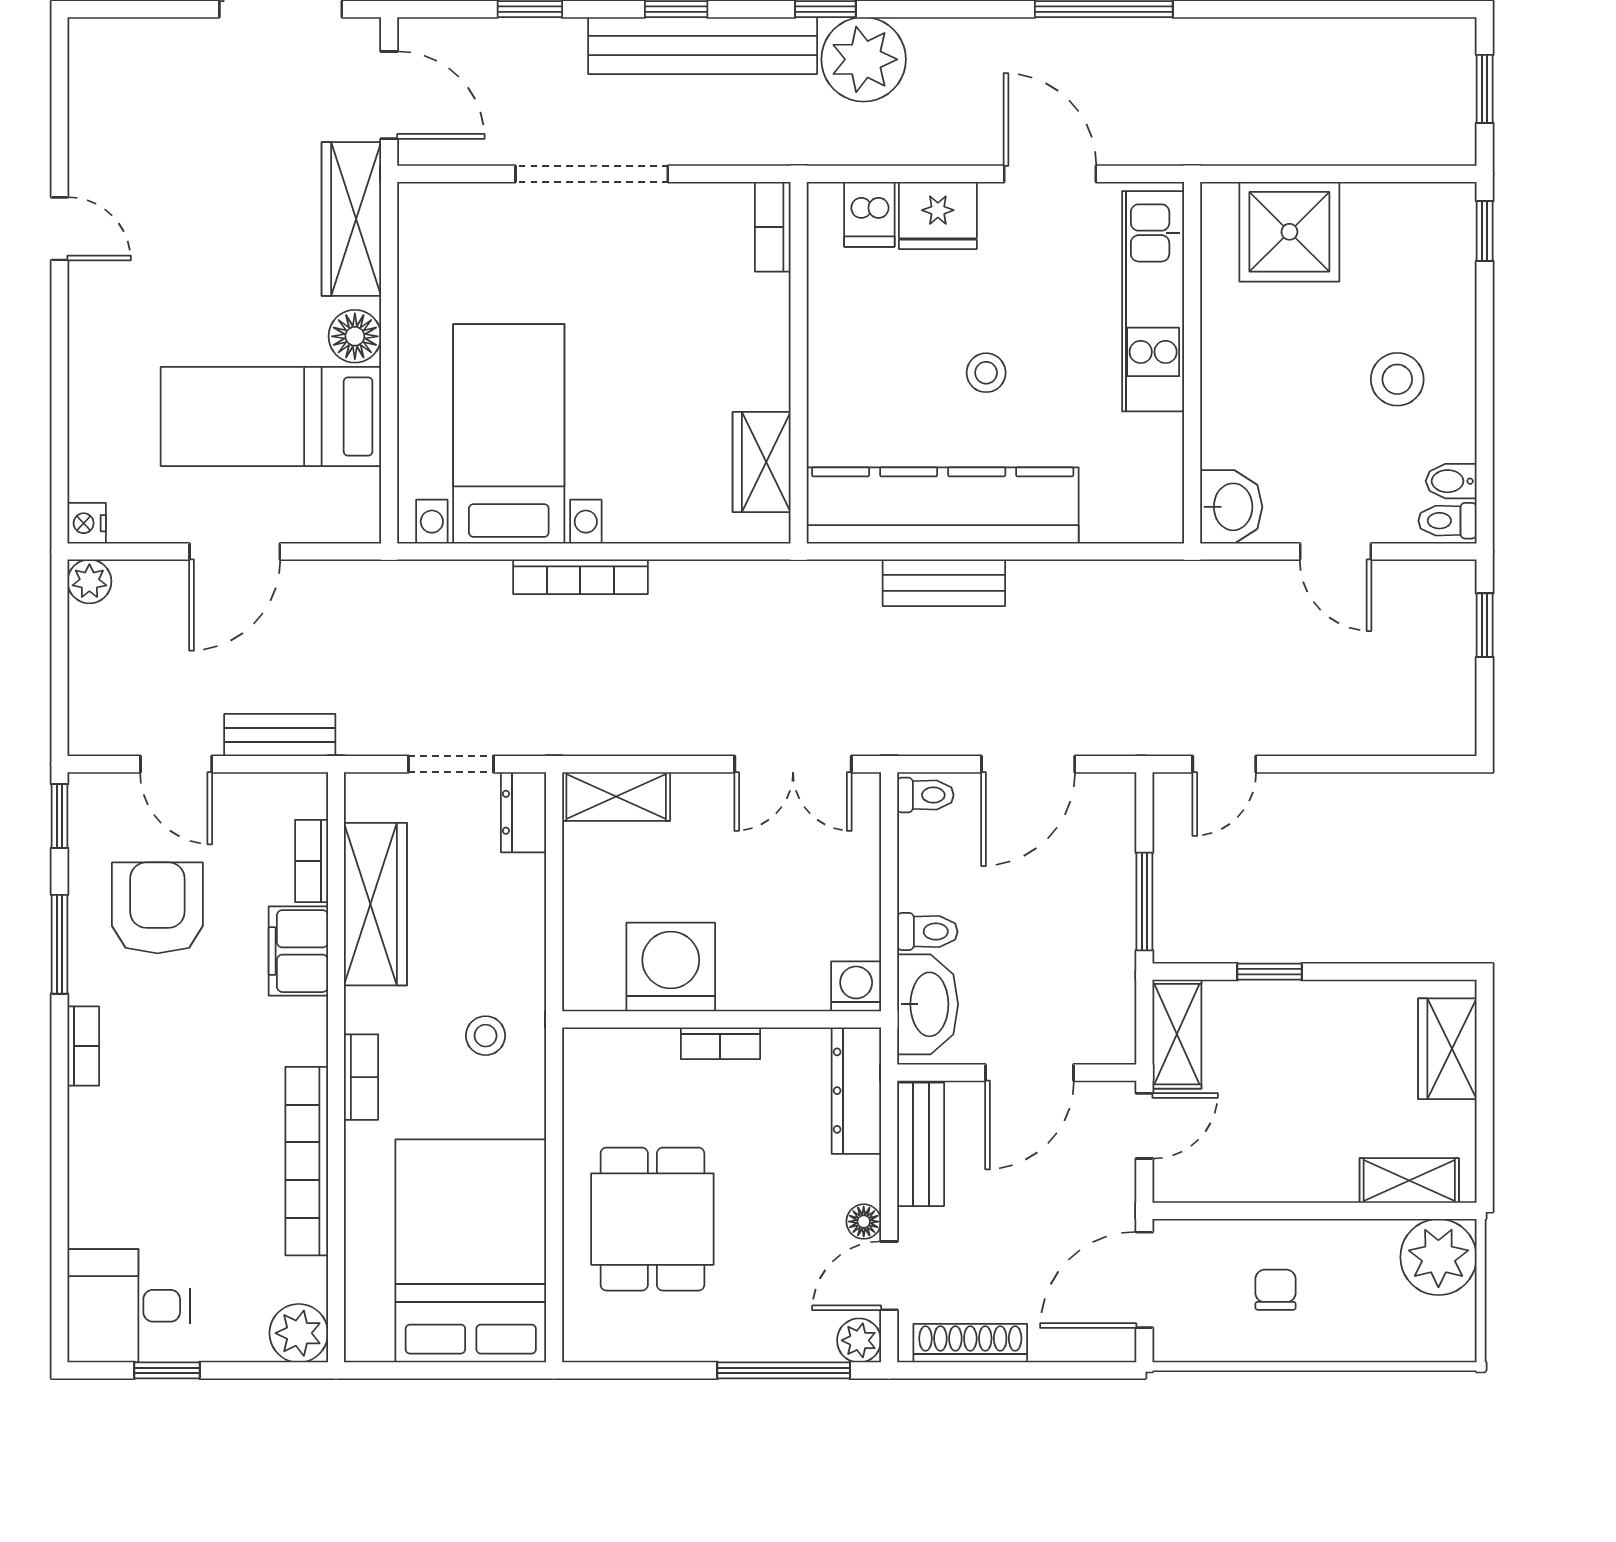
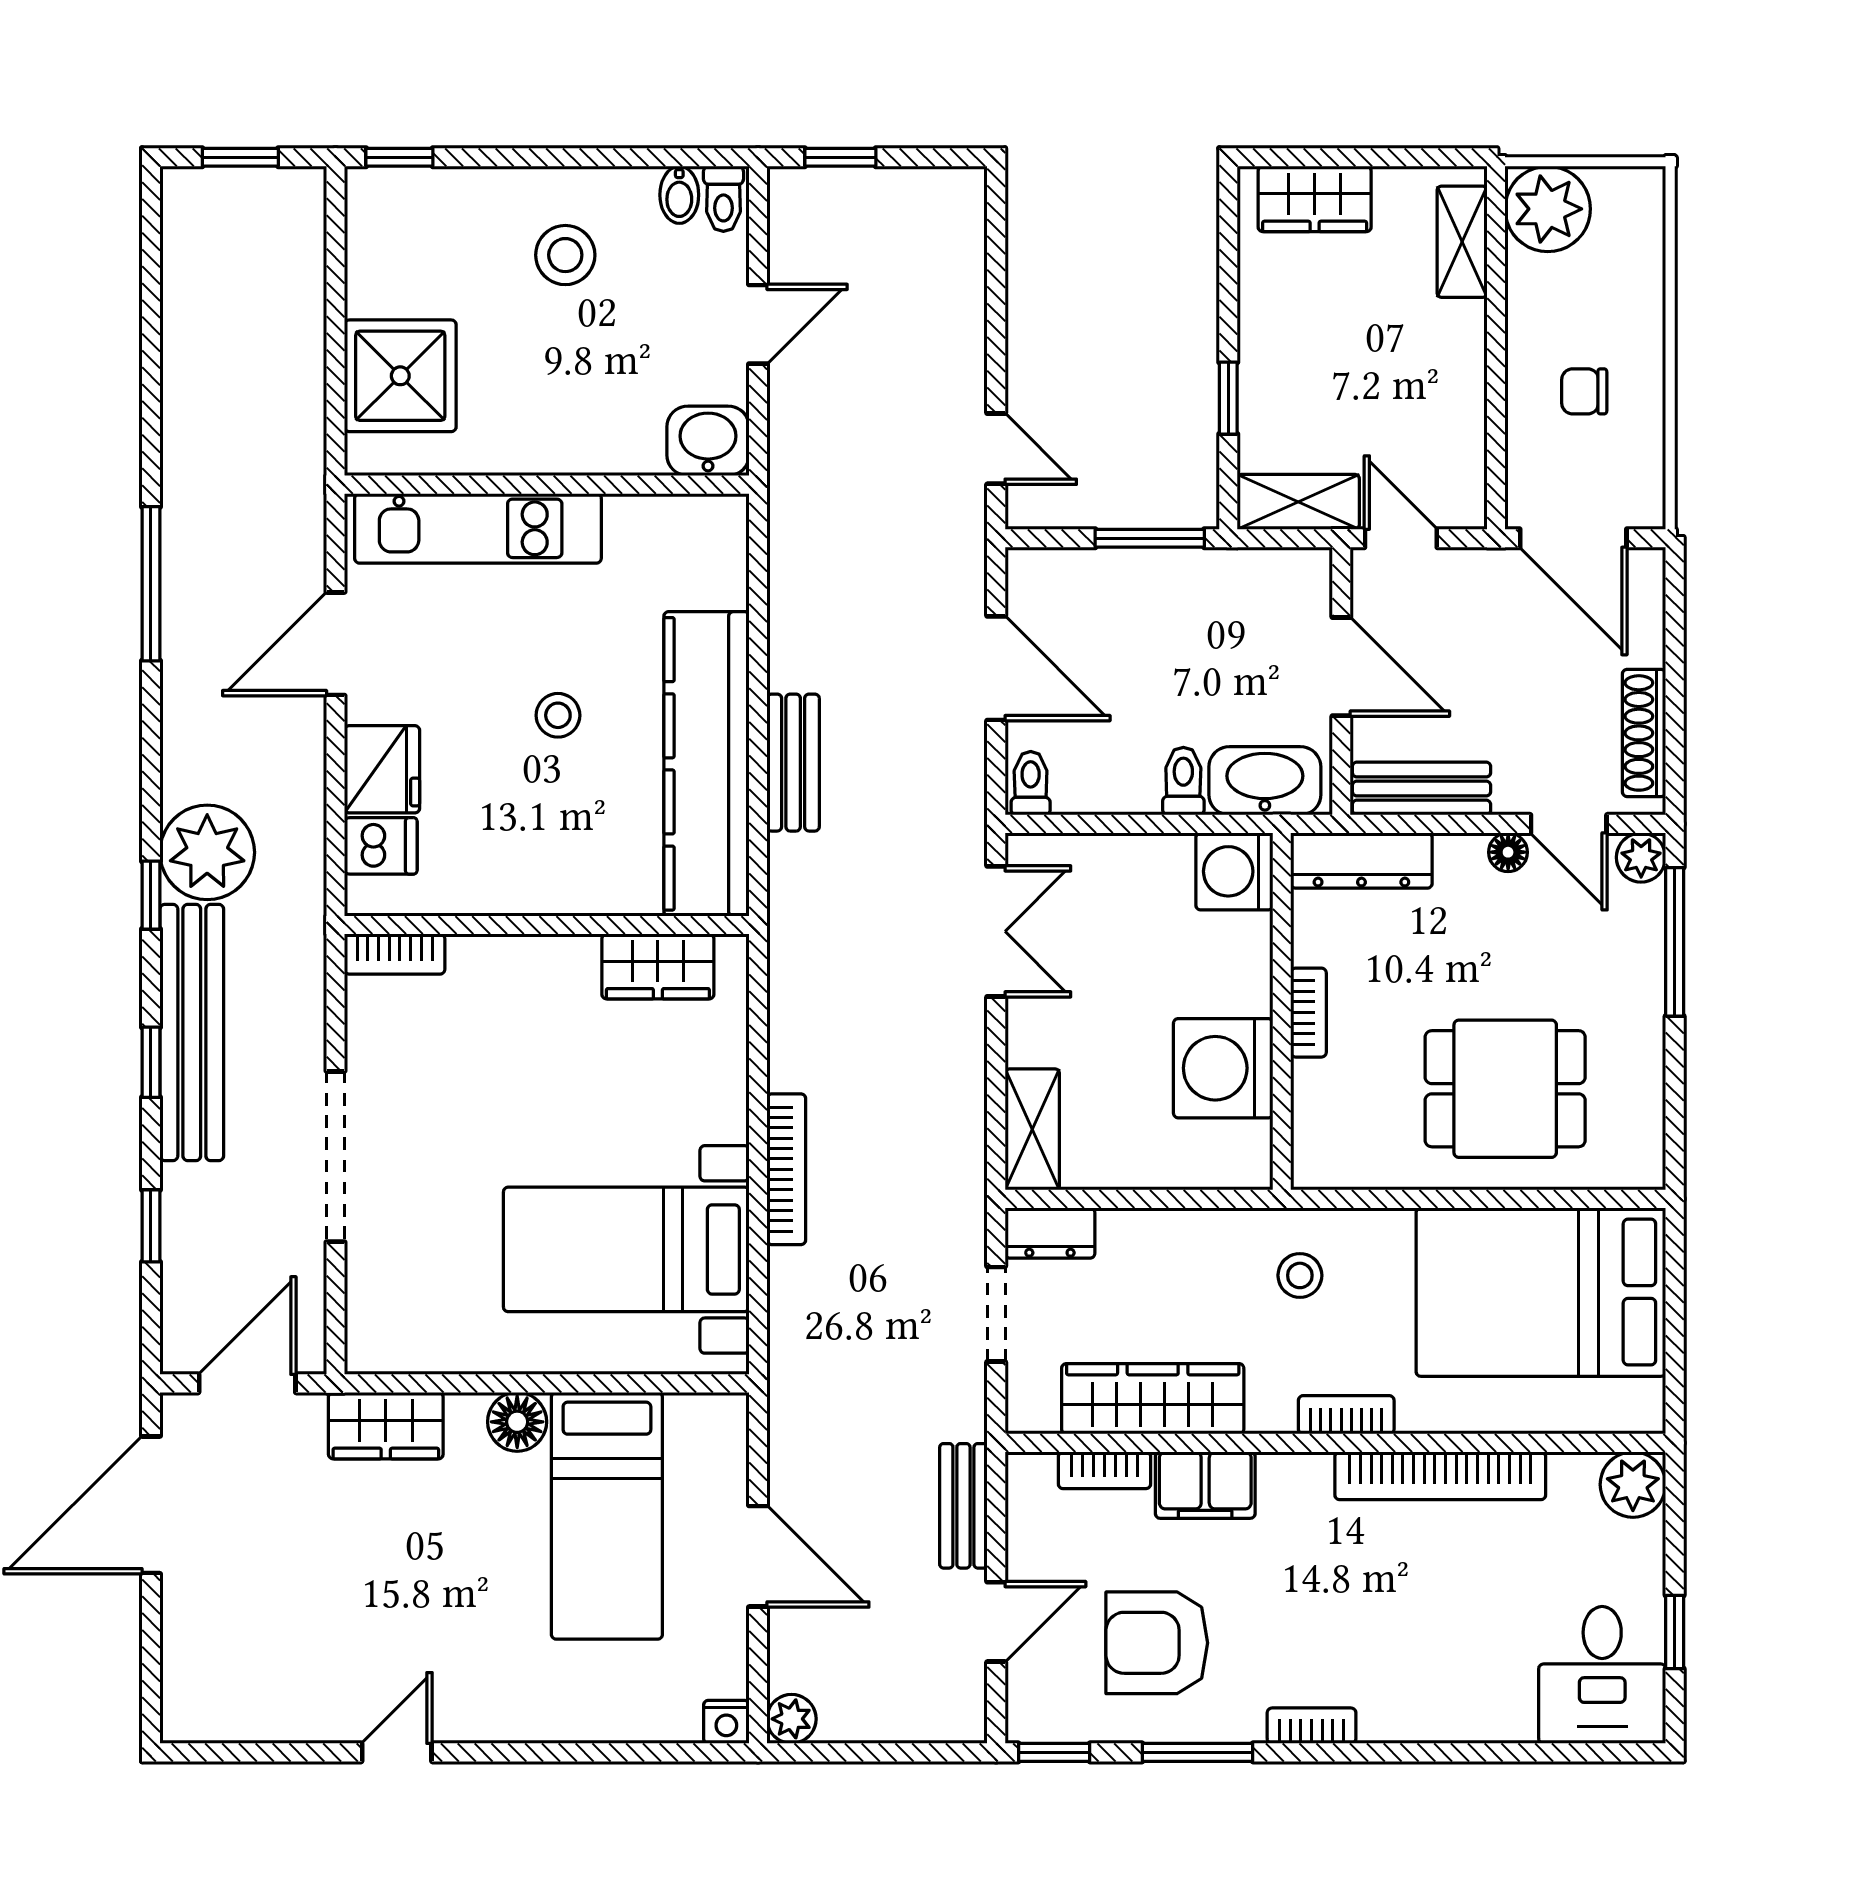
wardrobe: (351, 219) -> (386, 1426), width x0.67
washing machine: (856, 986) -> (1234, 871), width x1.38, depth x1.38

